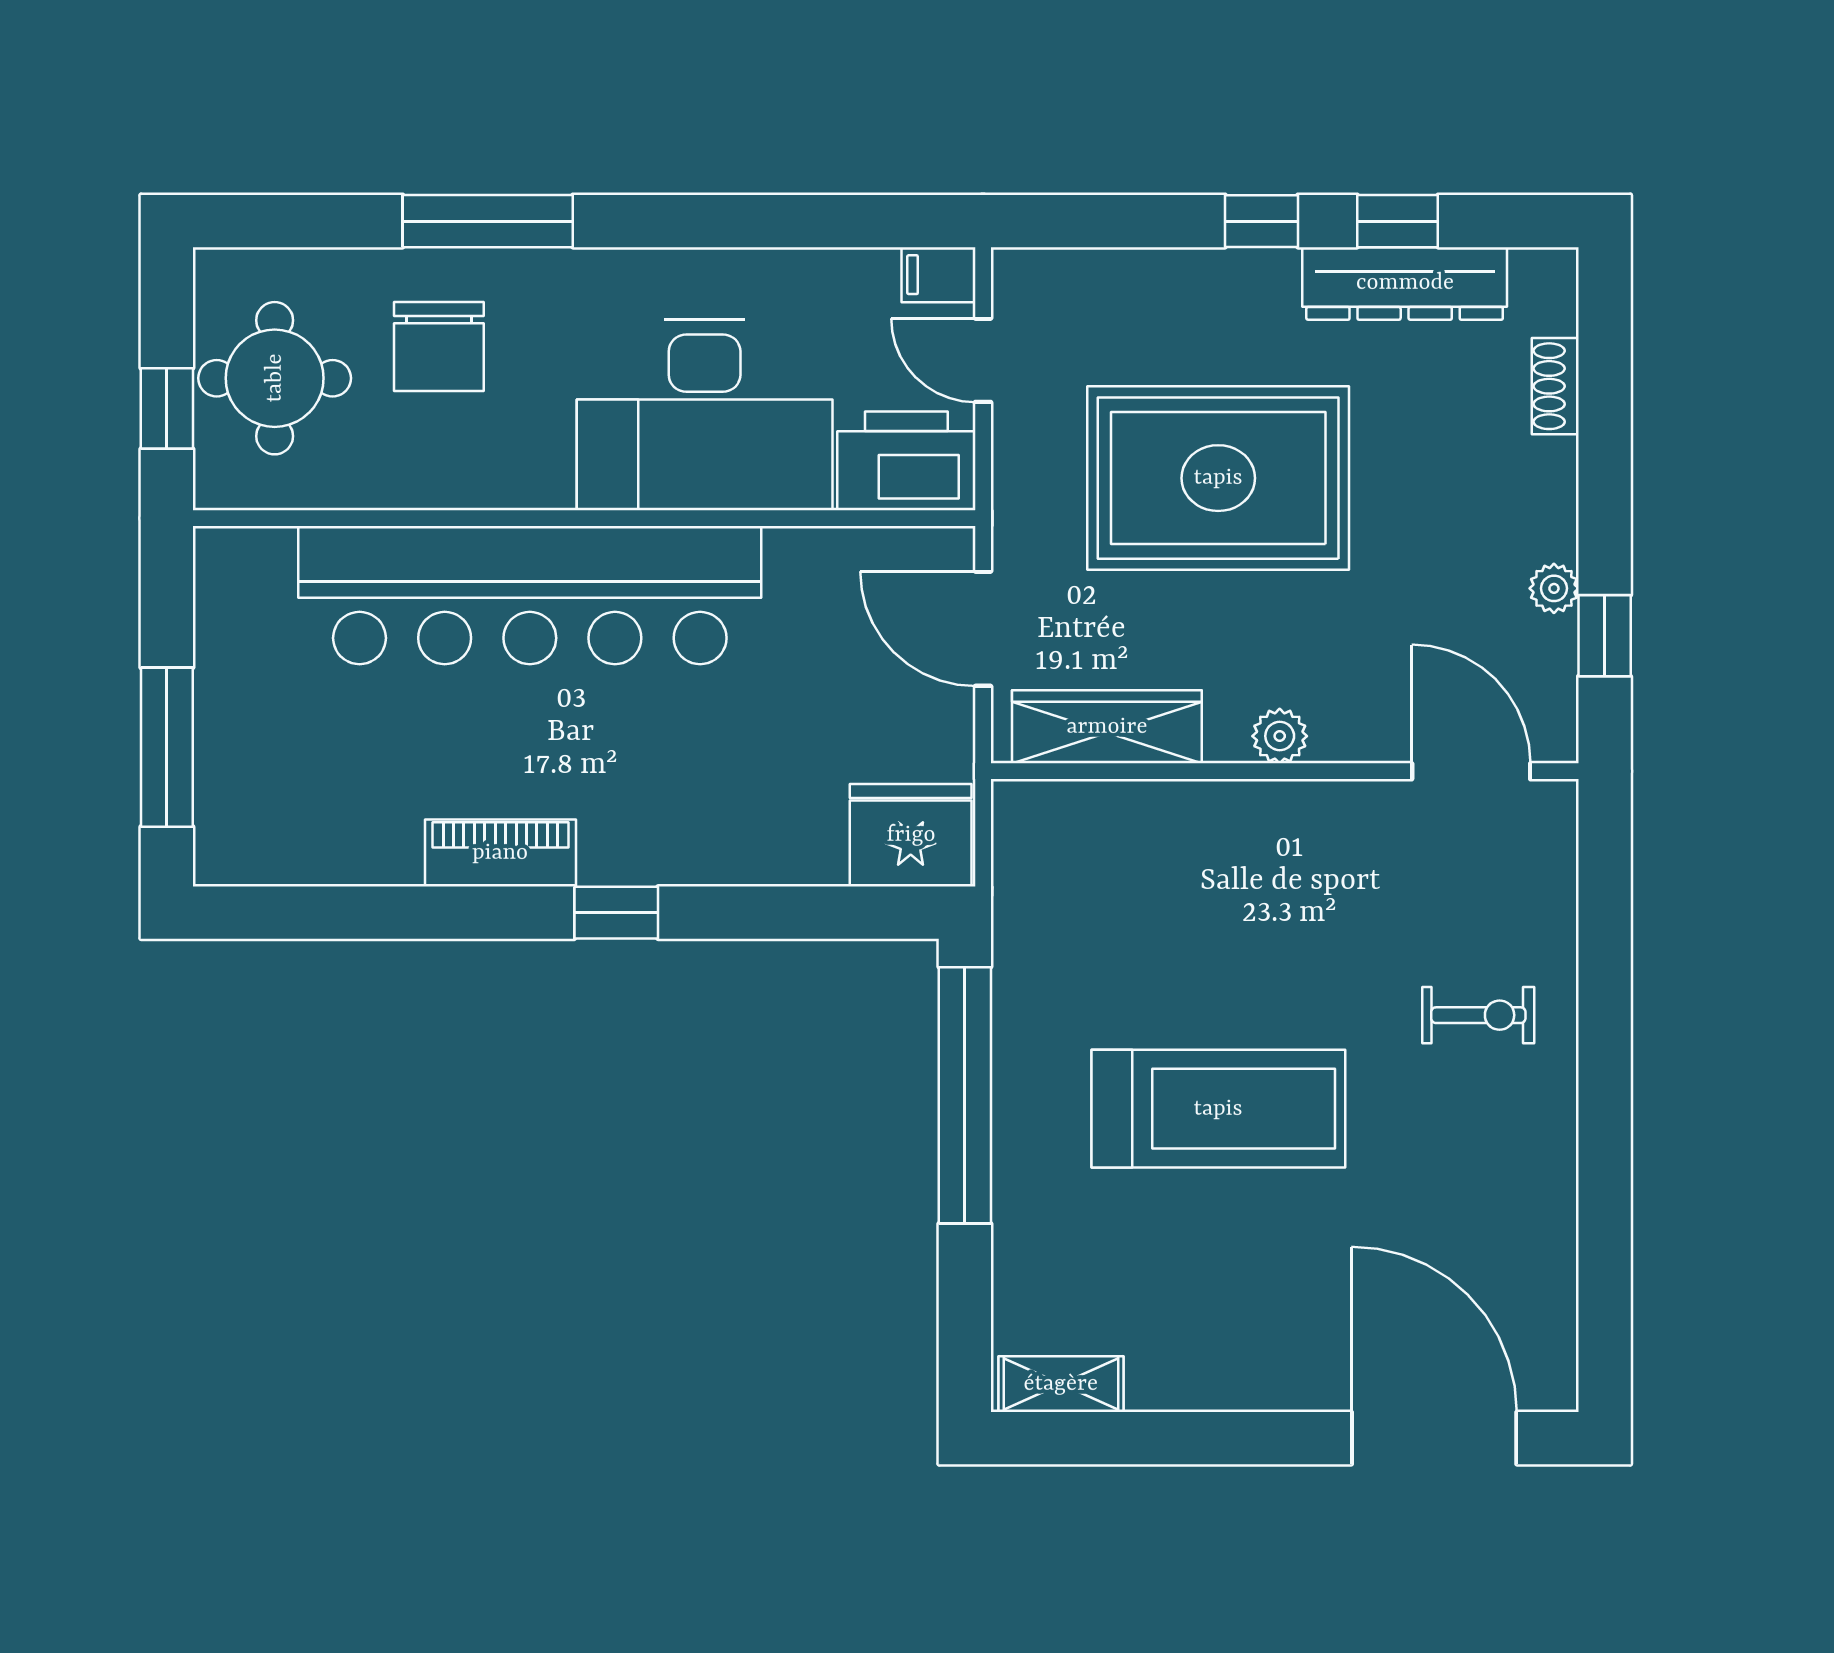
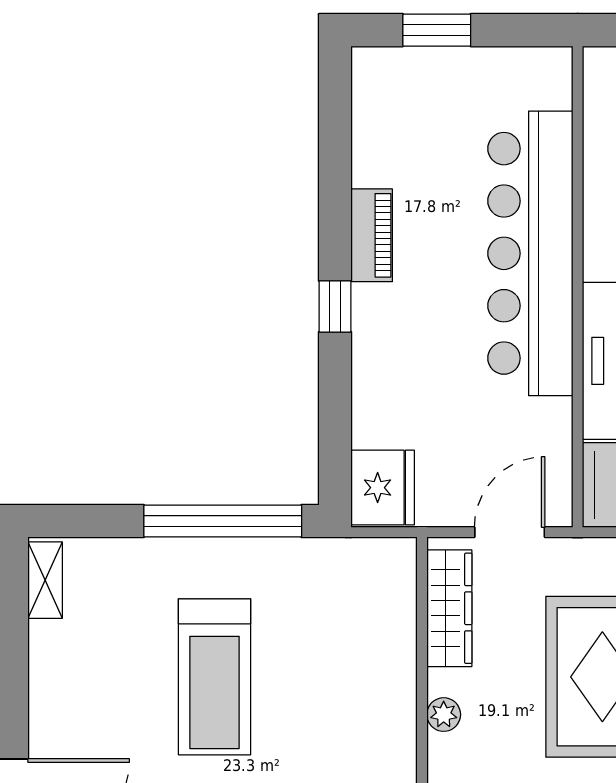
window: (167, 747) -> (437, 30), width x0.69

